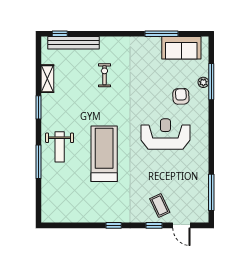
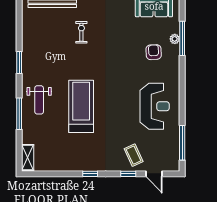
shelving: (47, 79) -> (28, 157), moved
reception desk: (165, 134) -> (155, 106), moved, turned 90

